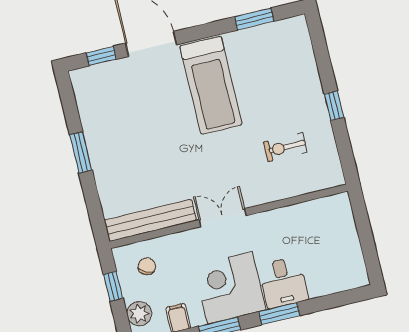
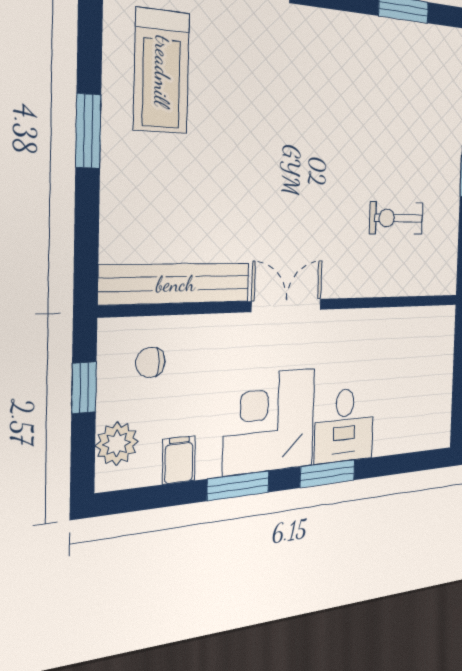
treadmill: (211, 85) -> (162, 71), moved, width x0.73, depth x0.73
chair: (147, 266) -> (150, 362), turned -115

